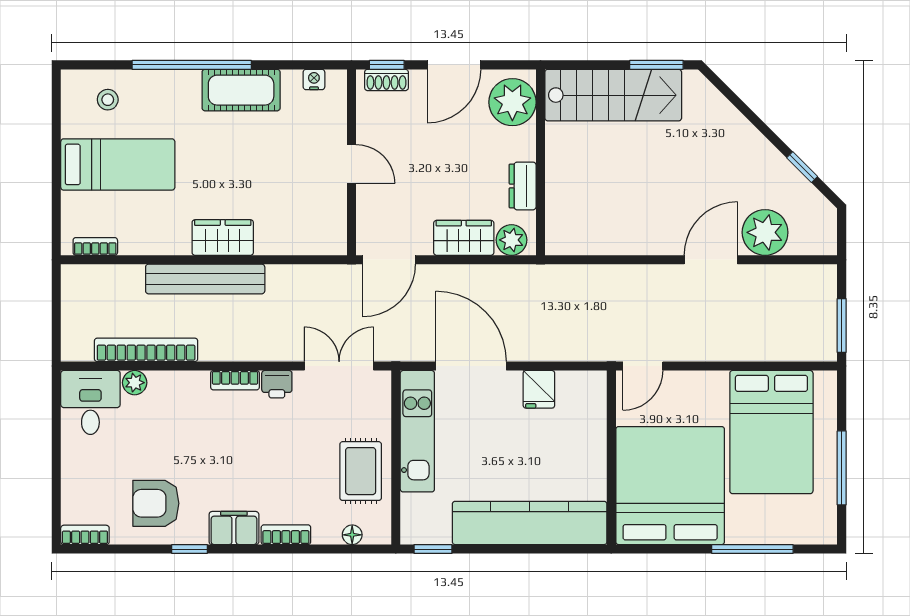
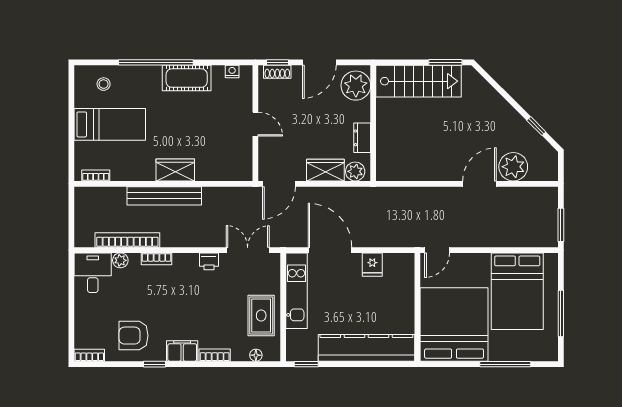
bookcase: (235, 380) -> (157, 259), moved

